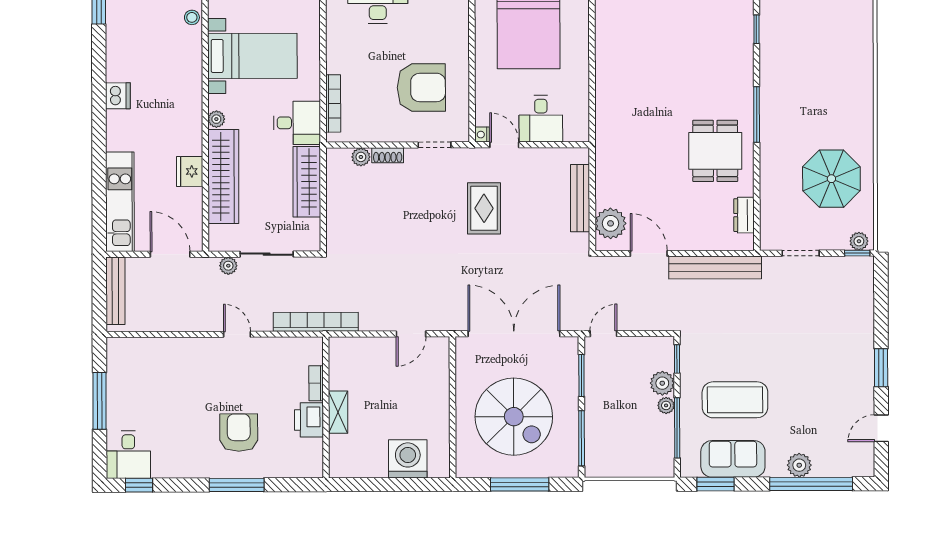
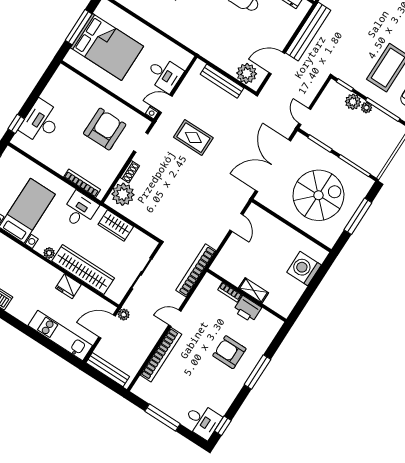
plant: (361, 157) -> (123, 194), width x1.88, depth x1.88
wardrobe: (307, 182) -> (116, 225), width x0.67
plant: (228, 266) -> (124, 315), moved
bookcase: (179, 347) -> (161, 355), added

